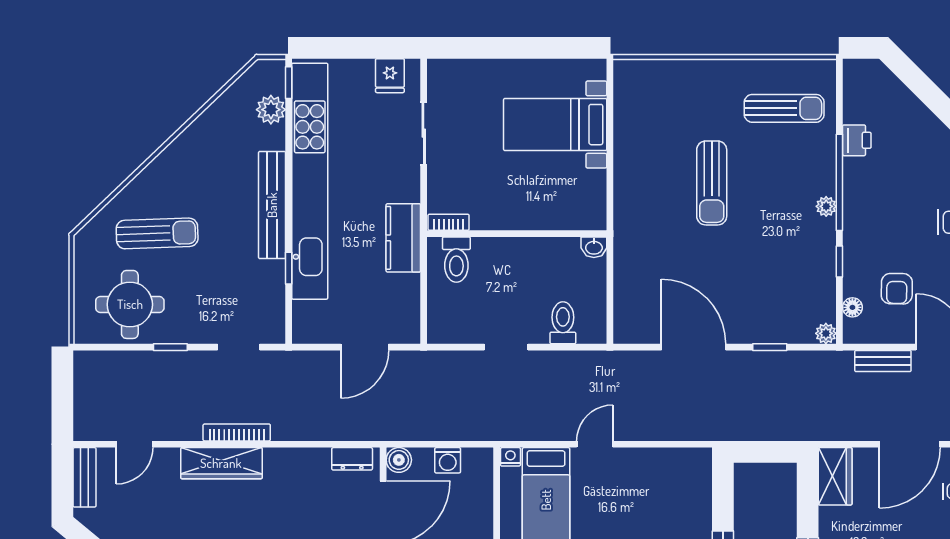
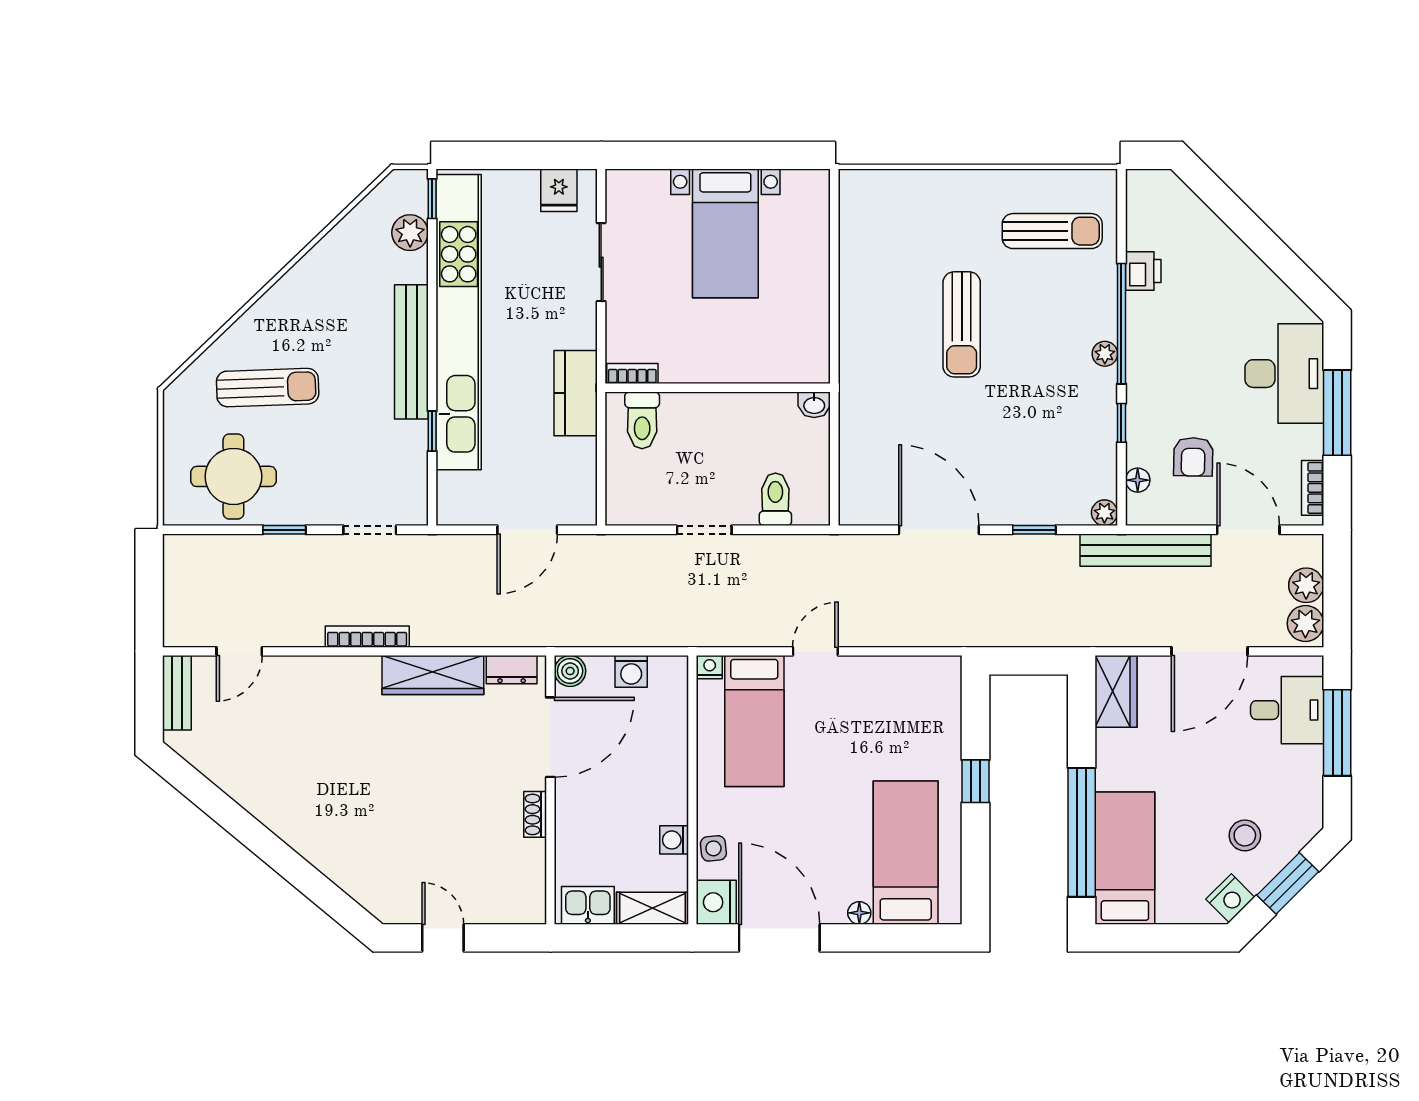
bed with nightstands: (555, 125) -> (725, 233), moved, turned -90
bench: (883, 361) -> (1146, 550), width x1.86, depth x1.21
wardrobe: (221, 463) -> (433, 675), moved

